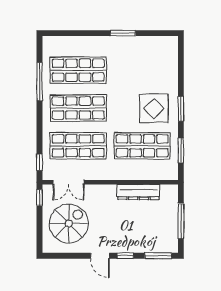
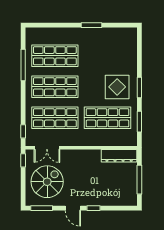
dresser: (138, 192) -> (119, 156), moved
window: (158, 256) -> (42, 208), moved

